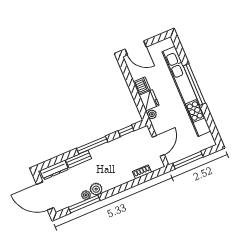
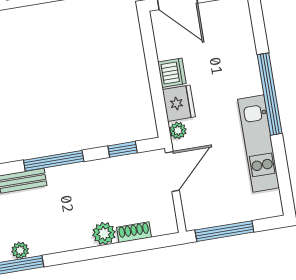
kitchen unit: (186, 91) -> (259, 143), width x0.54
door: (158, 146) -> (172, 171), moved
plant: (96, 189) -> (104, 233), moved

